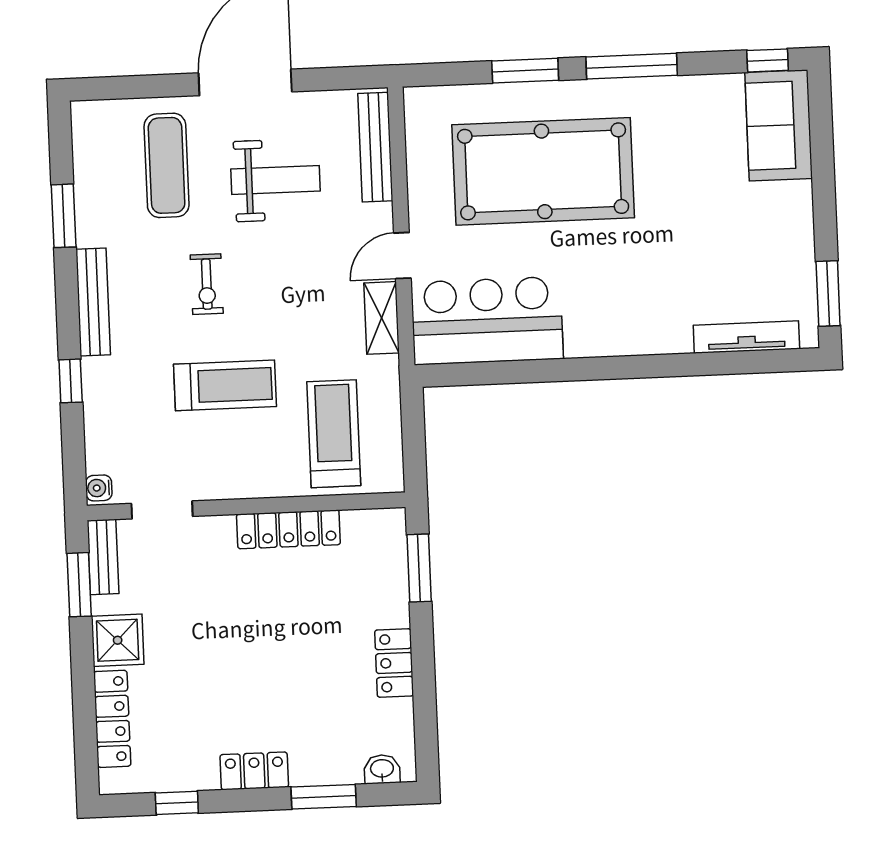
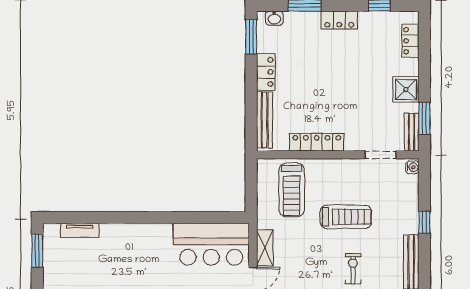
tv unit: (746, 337) -> (80, 230), width x0.71
treadmill: (225, 385) -> (346, 217), turned 180
window: (419, 568) -> (251, 37), moved
bench: (393, 569) -> (265, 120), added
locker: (112, 719) -> (410, 41), width x0.66

